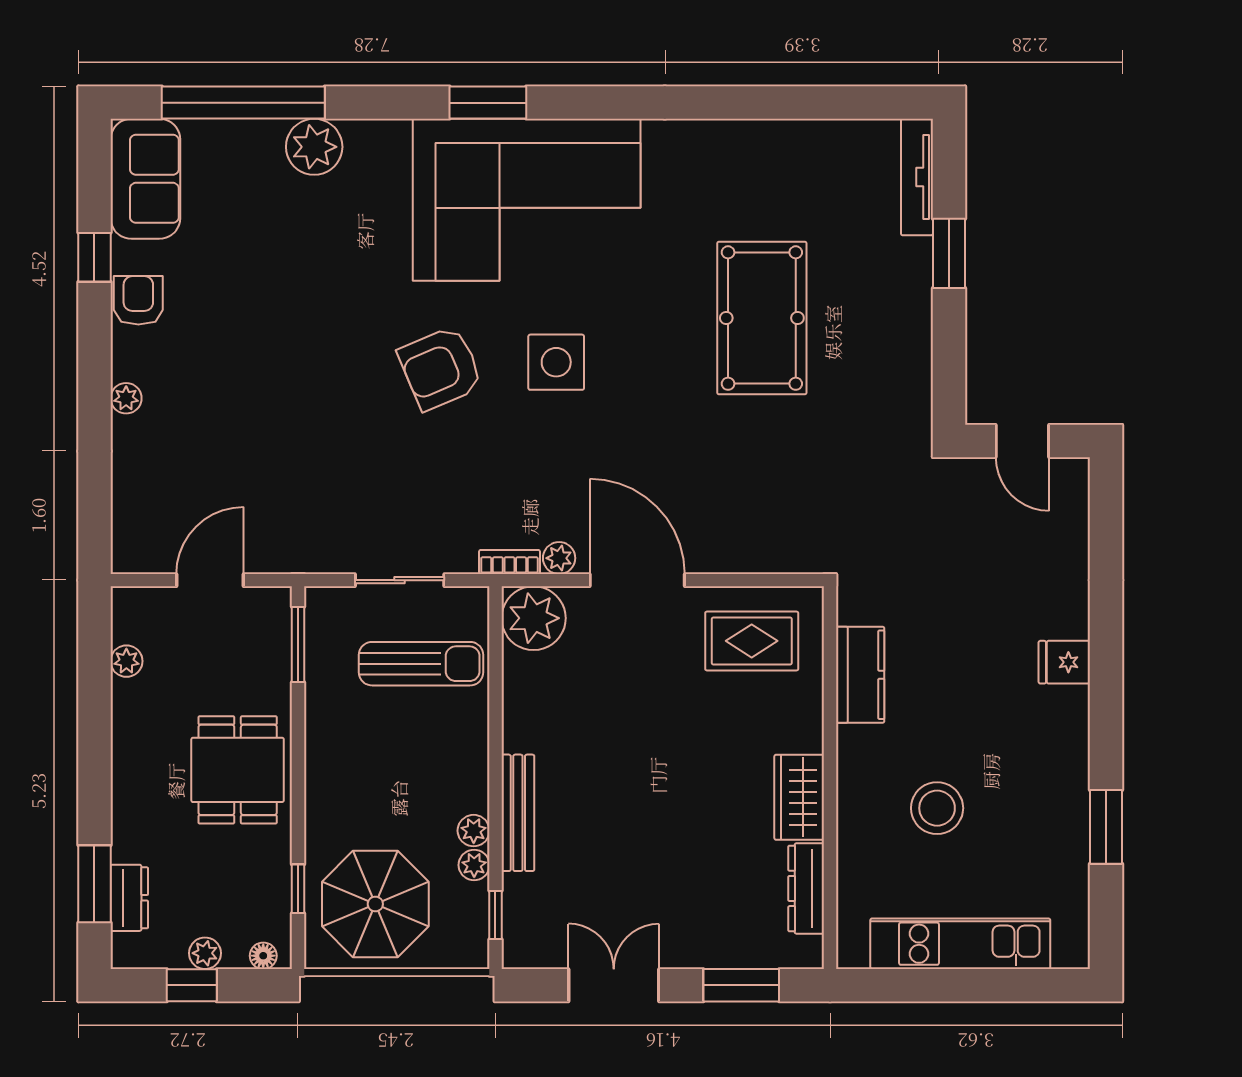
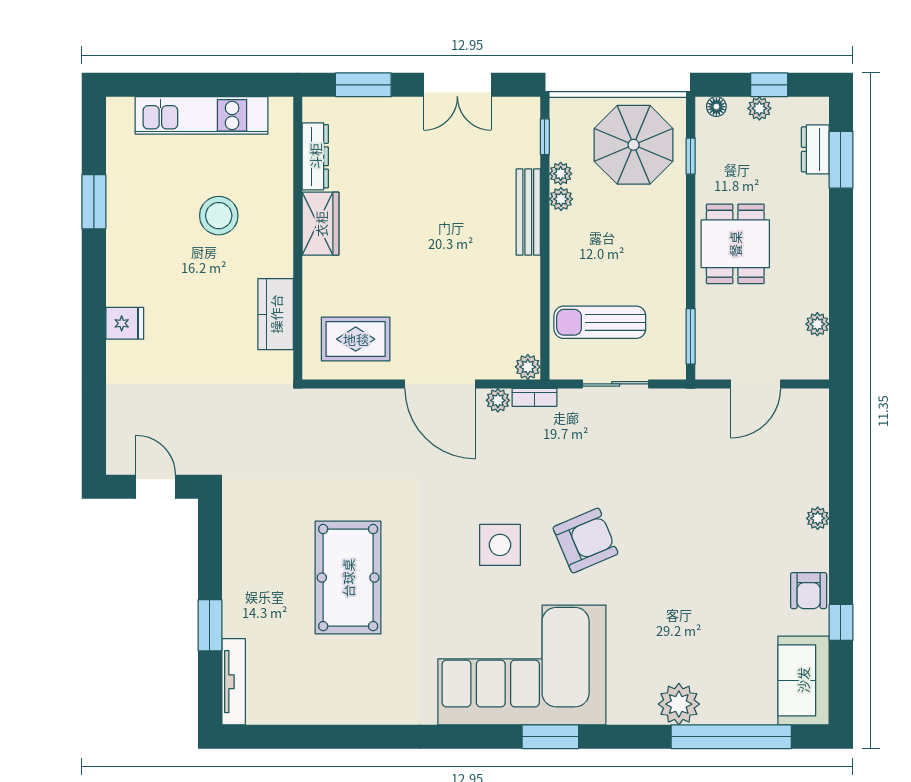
plant: (534, 618) -> (528, 367), width x0.53, depth x0.53

